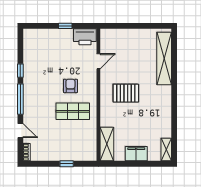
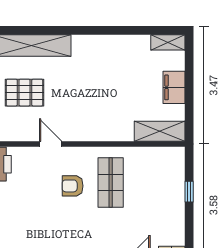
door: (98, 61) -> (51, 144), moved
pallet: (126, 93) -> (25, 93), moved, turned 90

